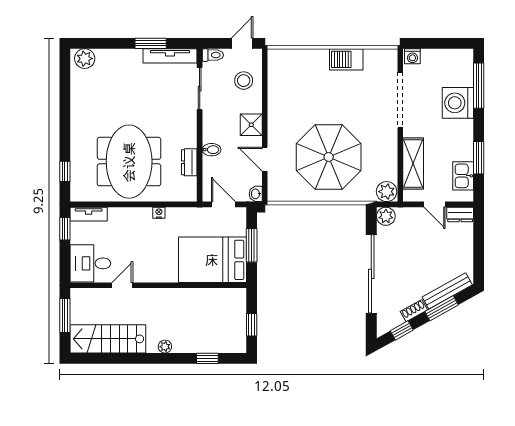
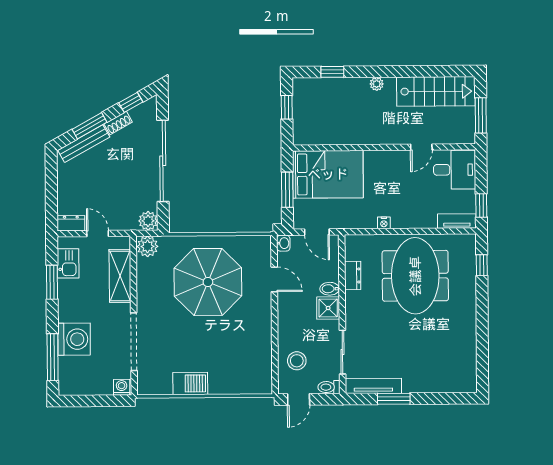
plant: (85, 59) -> (462, 382), removed
shower: (251, 125) -> (328, 308), moved

